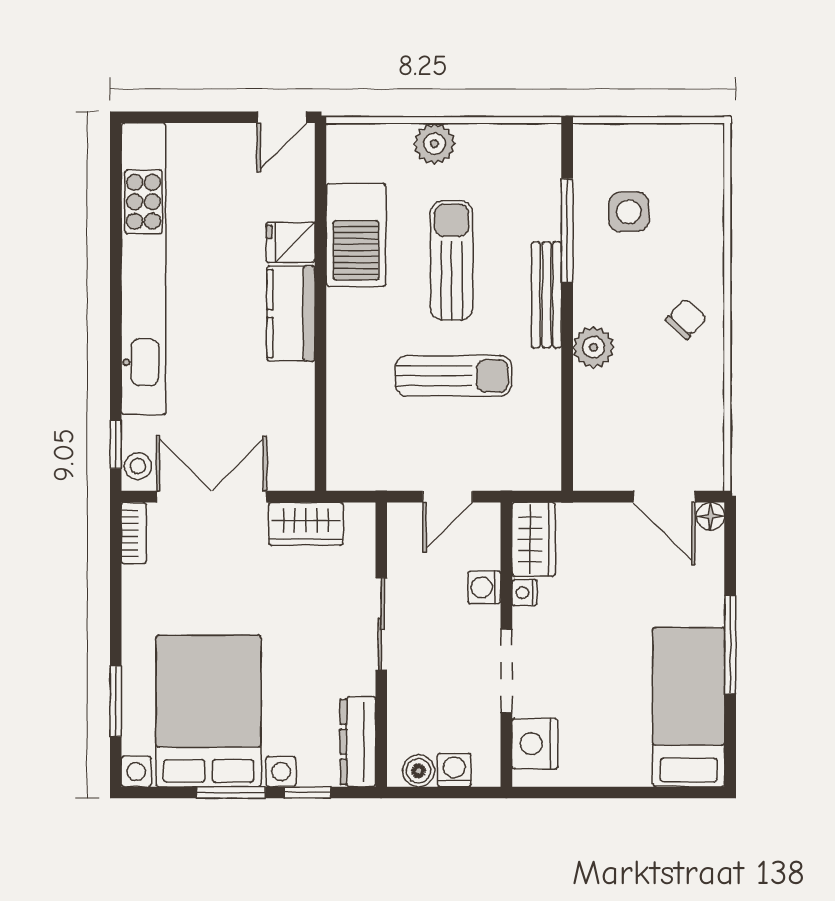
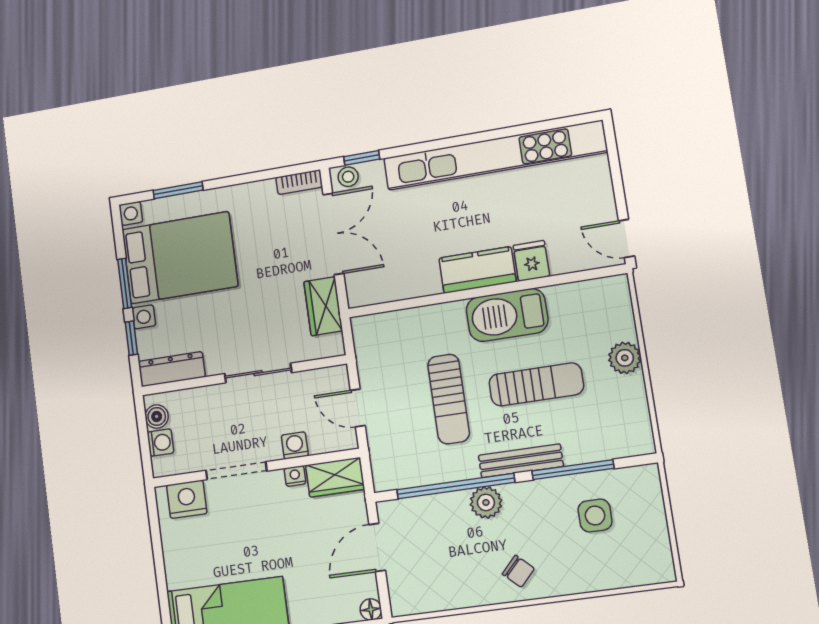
barbecue: (356, 235) -> (507, 315), moved
window: (567, 383) -> (456, 486), added
door: (664, 497) -> (377, 548), moved

